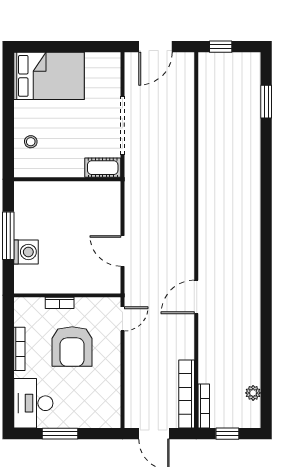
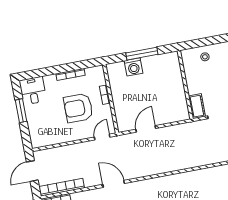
door: (196, 297) -> (114, 184), moved
door: (122, 319) -> (102, 137), swing flipped
desk: (33, 403) -> (33, 91), width x0.73

